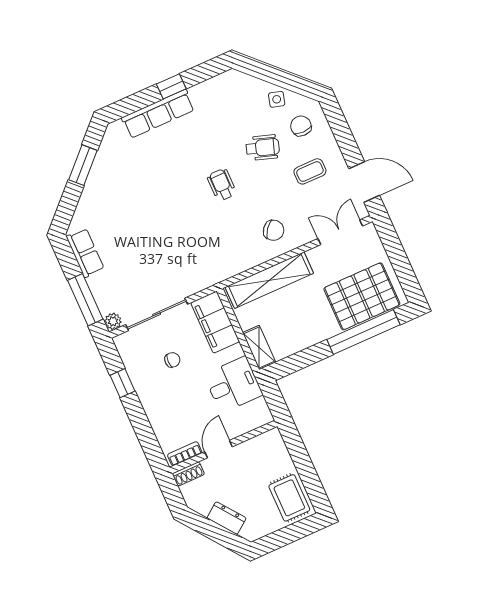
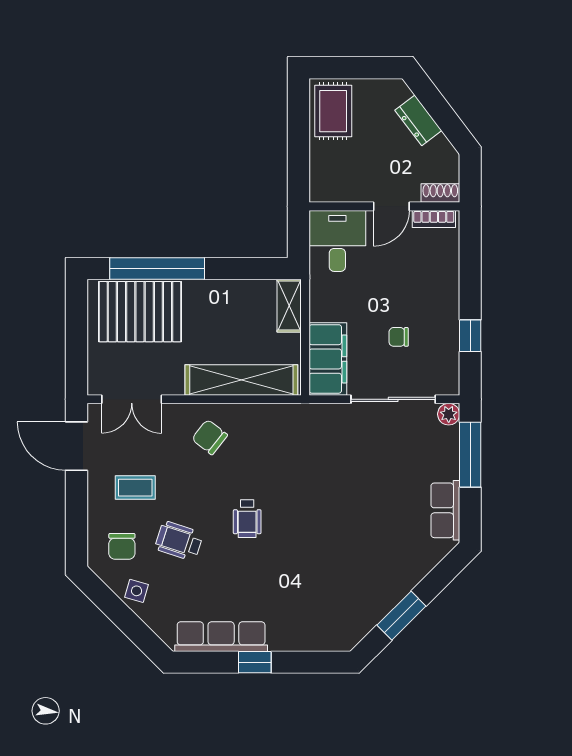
row of seats: (158, 114) -> (221, 637), moved
desk: (233, 385) -> (337, 241), moved, turned 90

